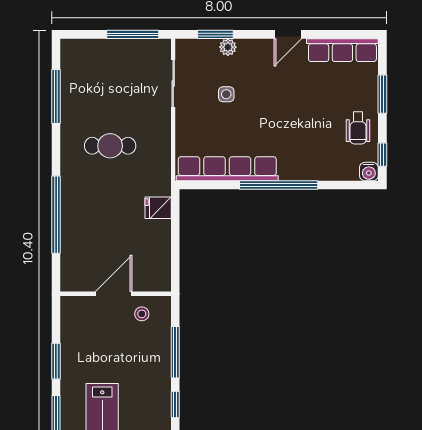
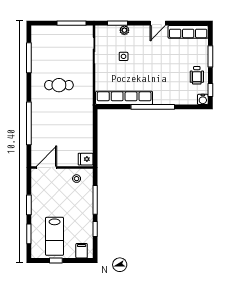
fridge: (158, 208) -> (86, 159), moved
door: (114, 294) -> (46, 167), moved

